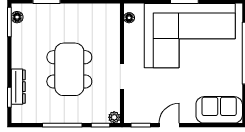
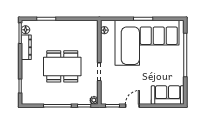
dining table: (69, 69) -> (62, 66), turned 90
dresser: (18, 87) -> (26, 47), moved

